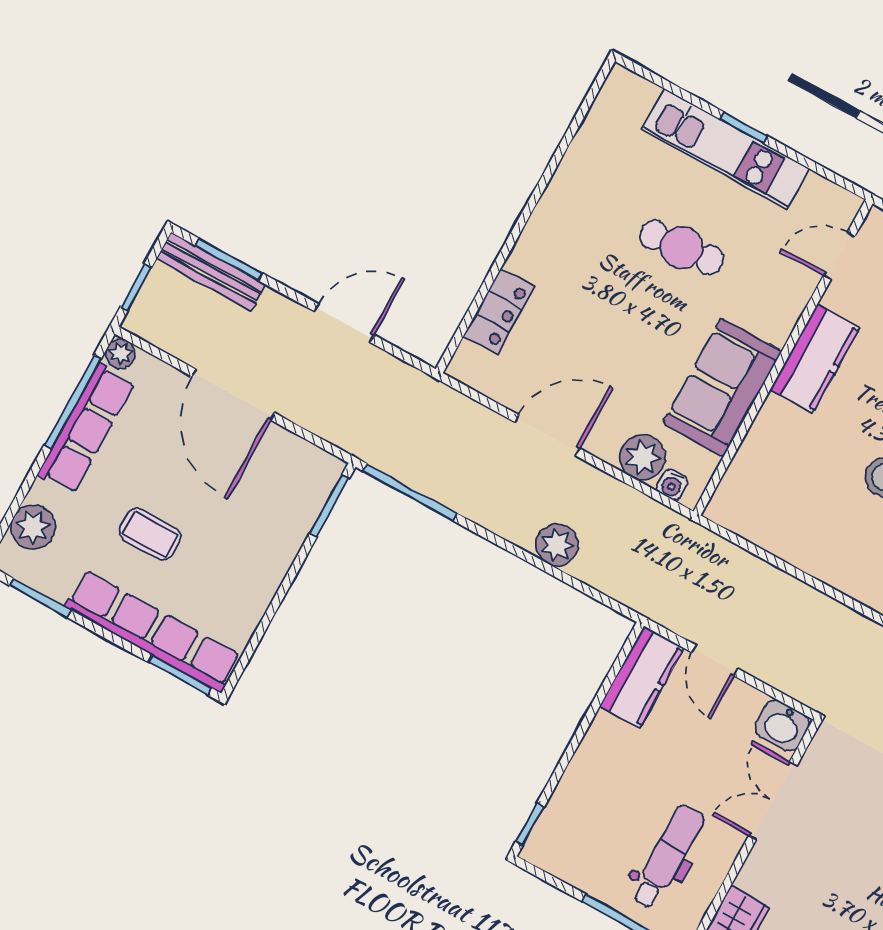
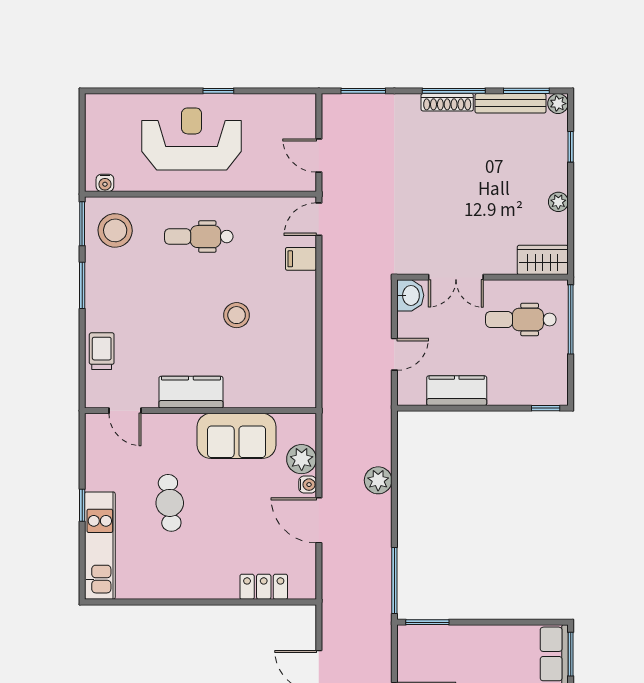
kitchen unit: (726, 149) -> (100, 546), moved
water cooler: (672, 485) -> (308, 485), moved
kitchen counter: (642, 677) -> (457, 391), moved

